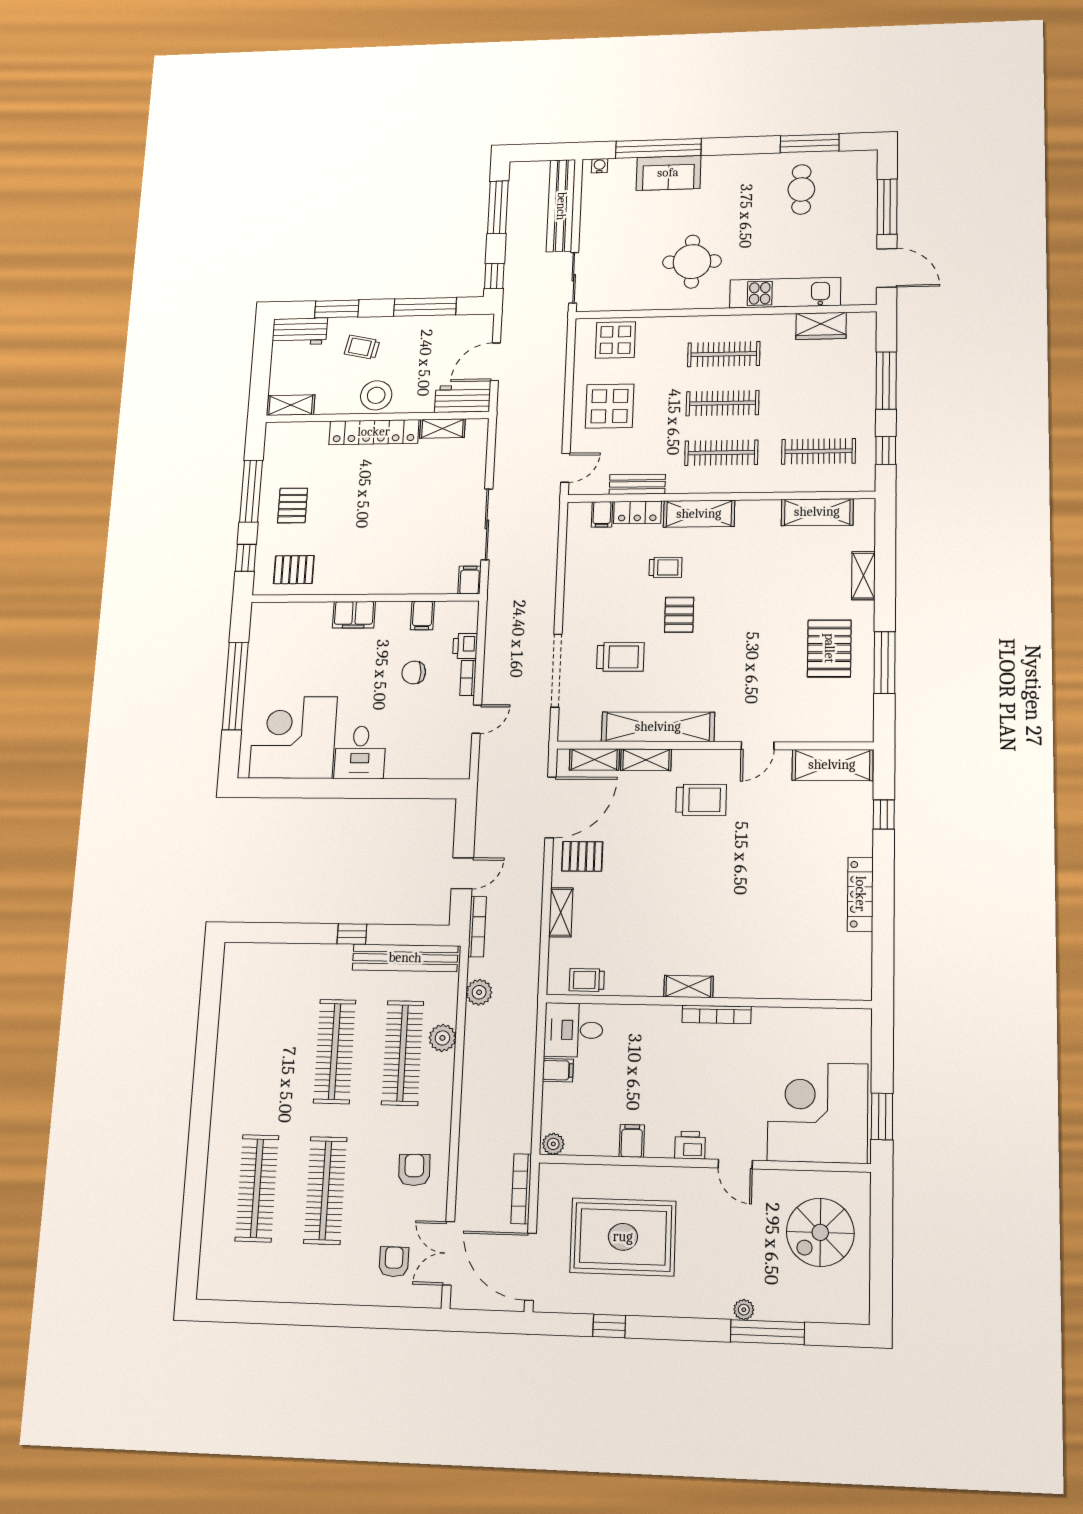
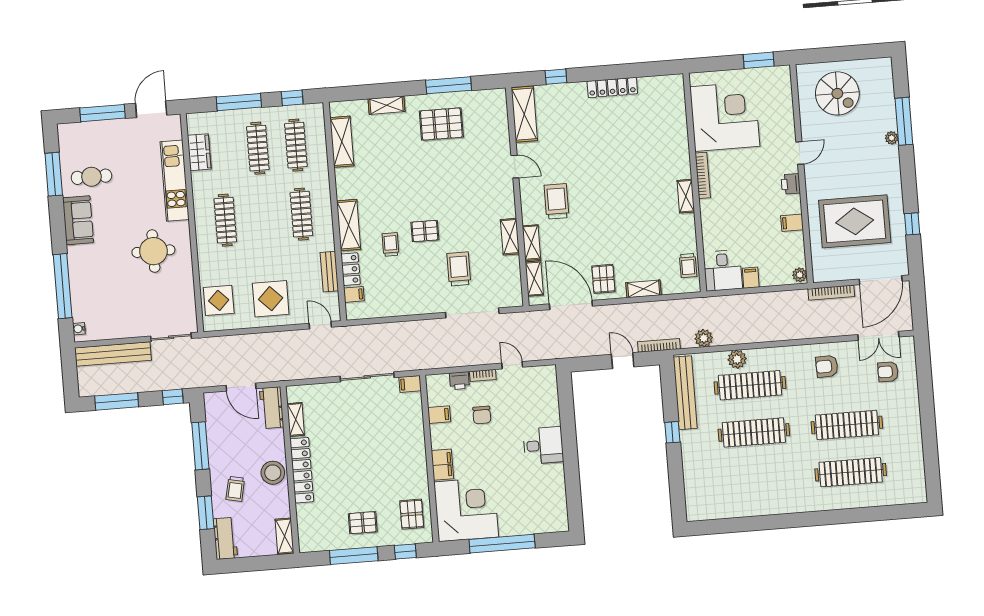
sofa: (668, 173) -> (78, 220), moved
clothes rail: (722, 403) -> (258, 148), moved
shelving: (658, 727) -> (510, 237), width x0.45, depth x0.75
corner desk: (293, 737) -> (466, 509), moved, turned 180
corner desk: (818, 1112) -> (725, 116), moved, turned 180
rug: (623, 1237) -> (855, 221), turned 90

